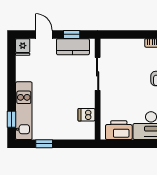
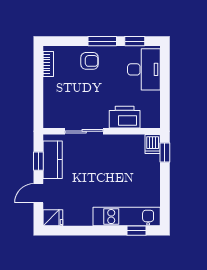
dishwasher: (87, 115) -> (153, 144), moved
printer: (119, 130) -> (125, 117), moved, turned 90
window: (44, 144) -> (165, 153), moved

